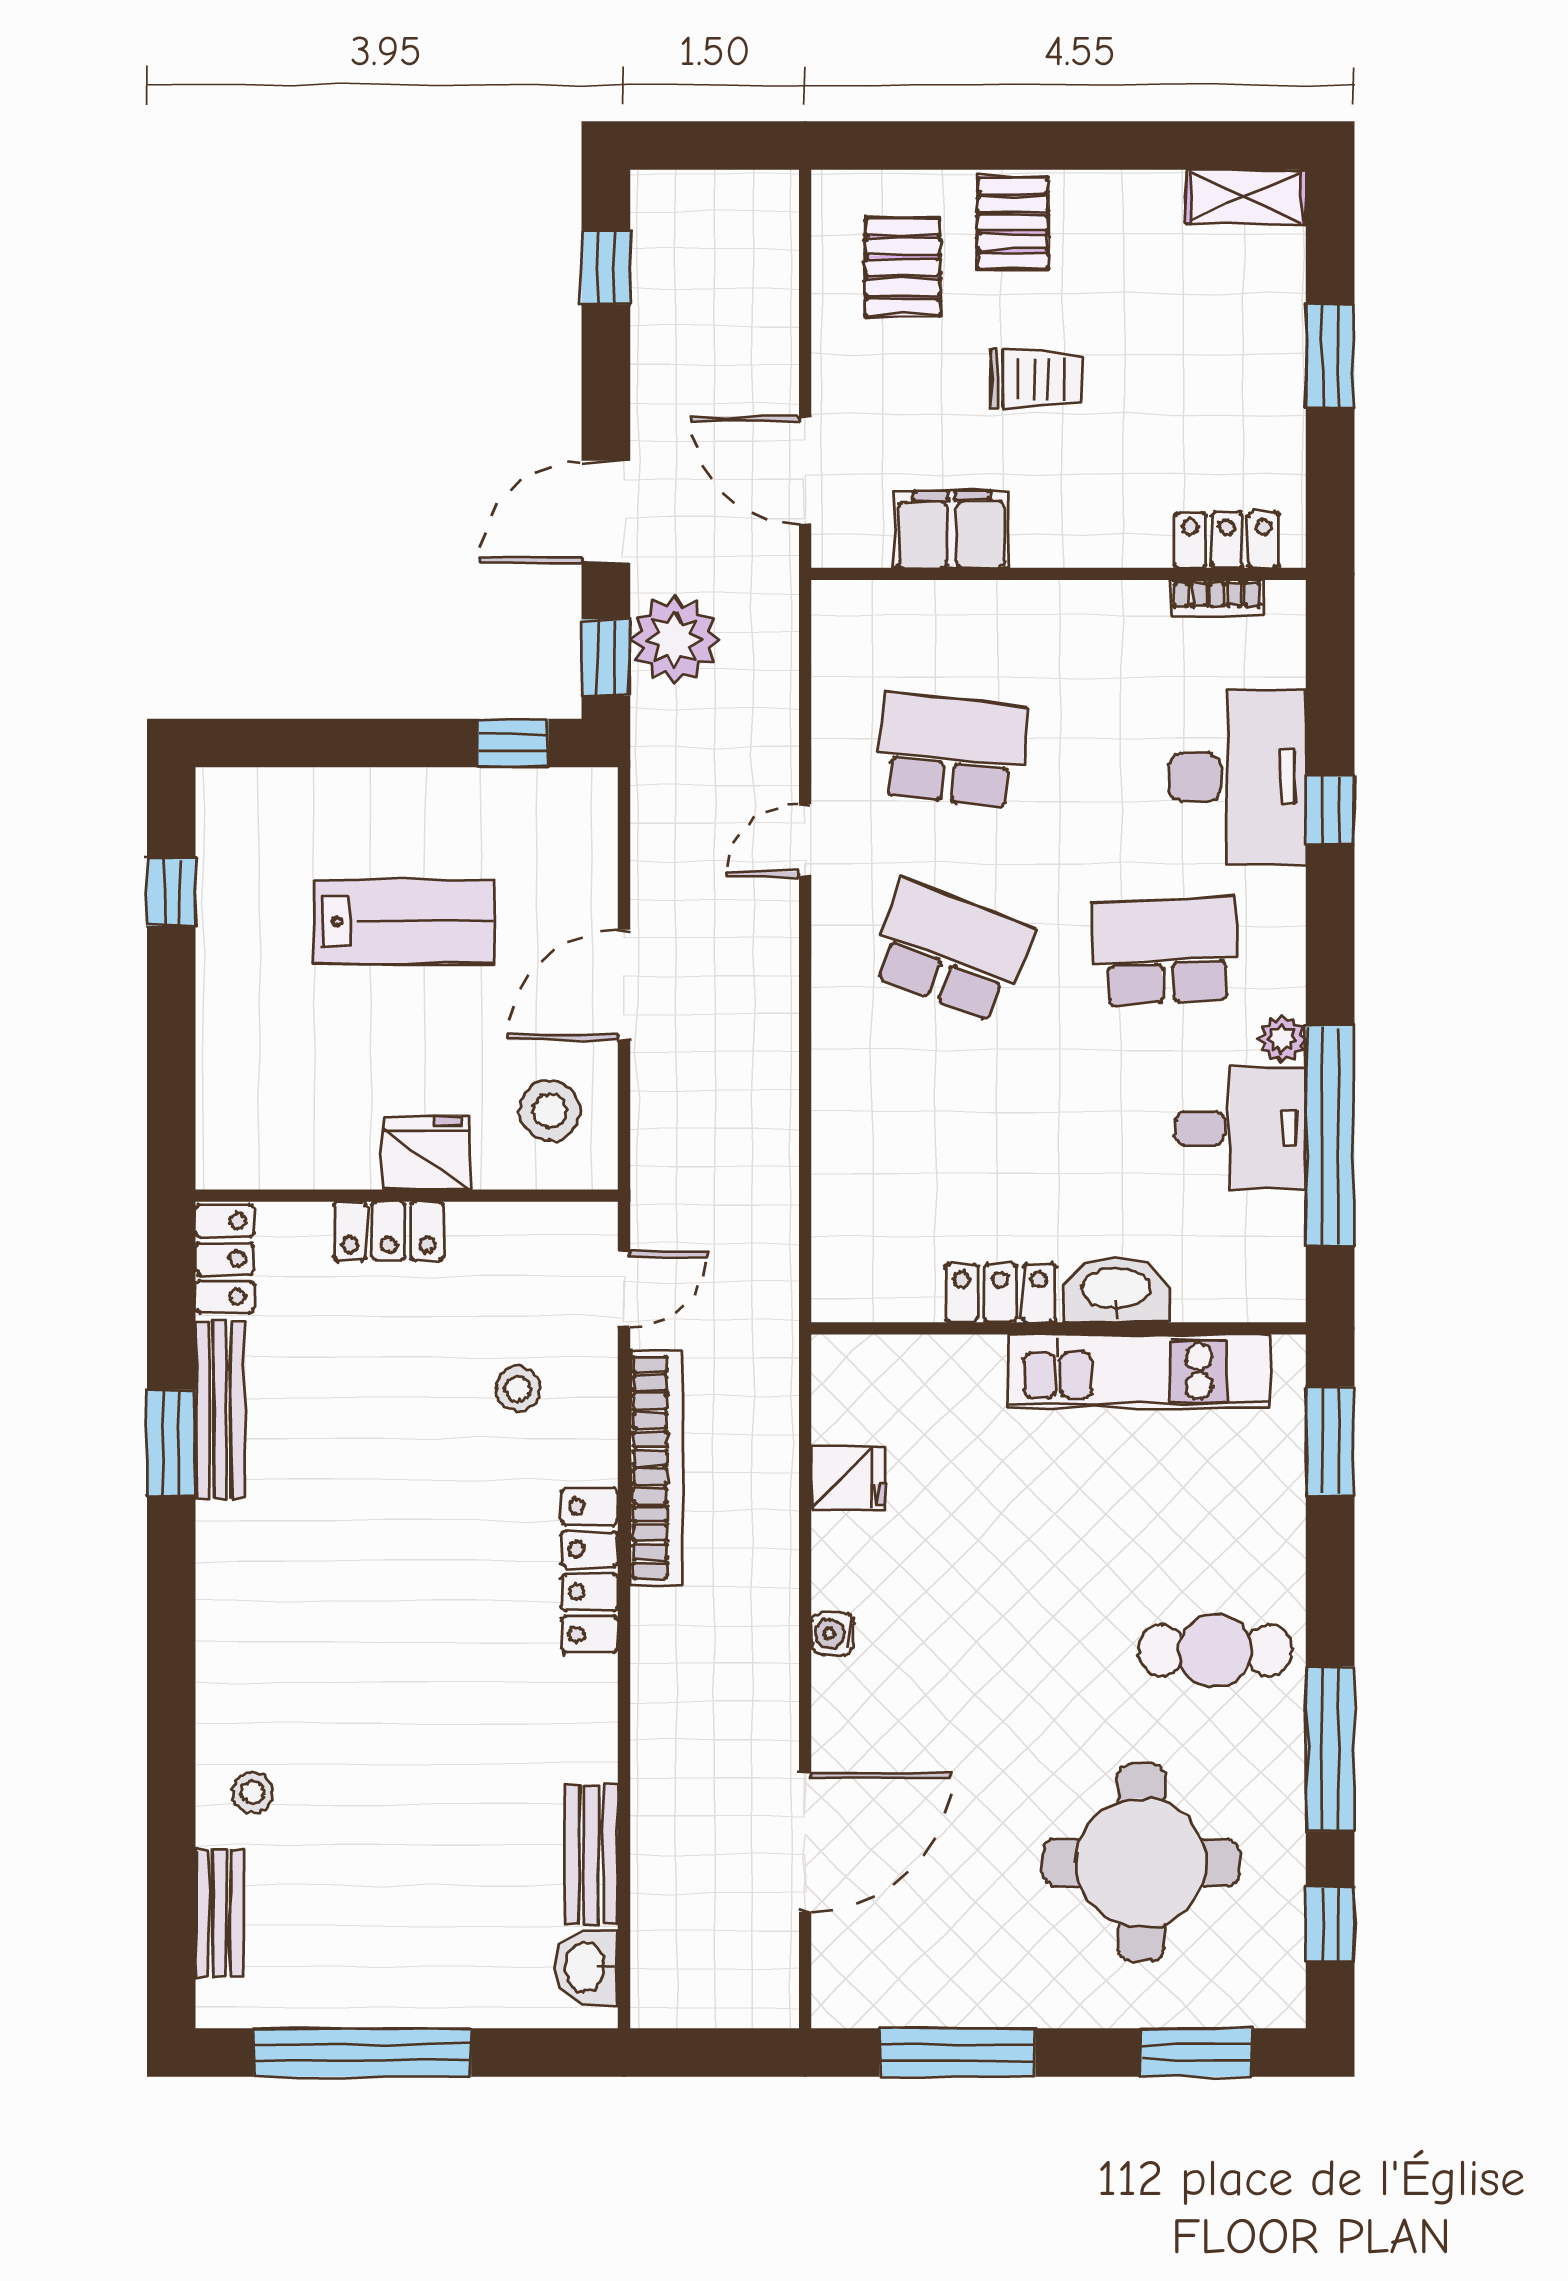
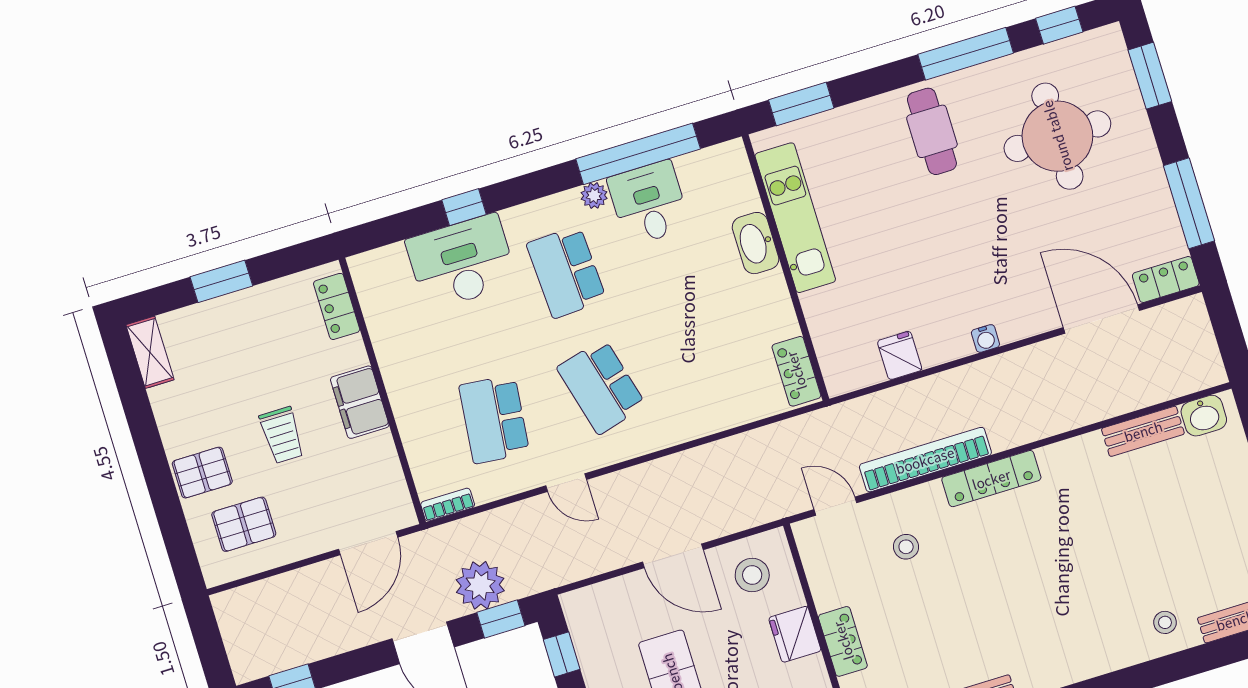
trolley: (1035, 379) -> (282, 435), turned 180
filing cabinet: (952, 529) -> (360, 402), moved
bookcase: (1217, 598) -> (448, 505), moved, turned -90
school desk: (951, 951) -> (601, 387), turned -36
locker: (1000, 1293) -> (796, 371), moved
locker: (839, 1973) -> (1166, 279), added

